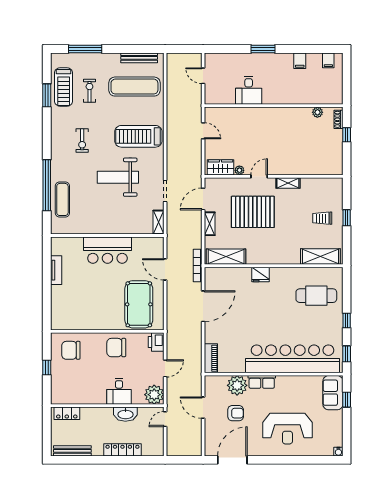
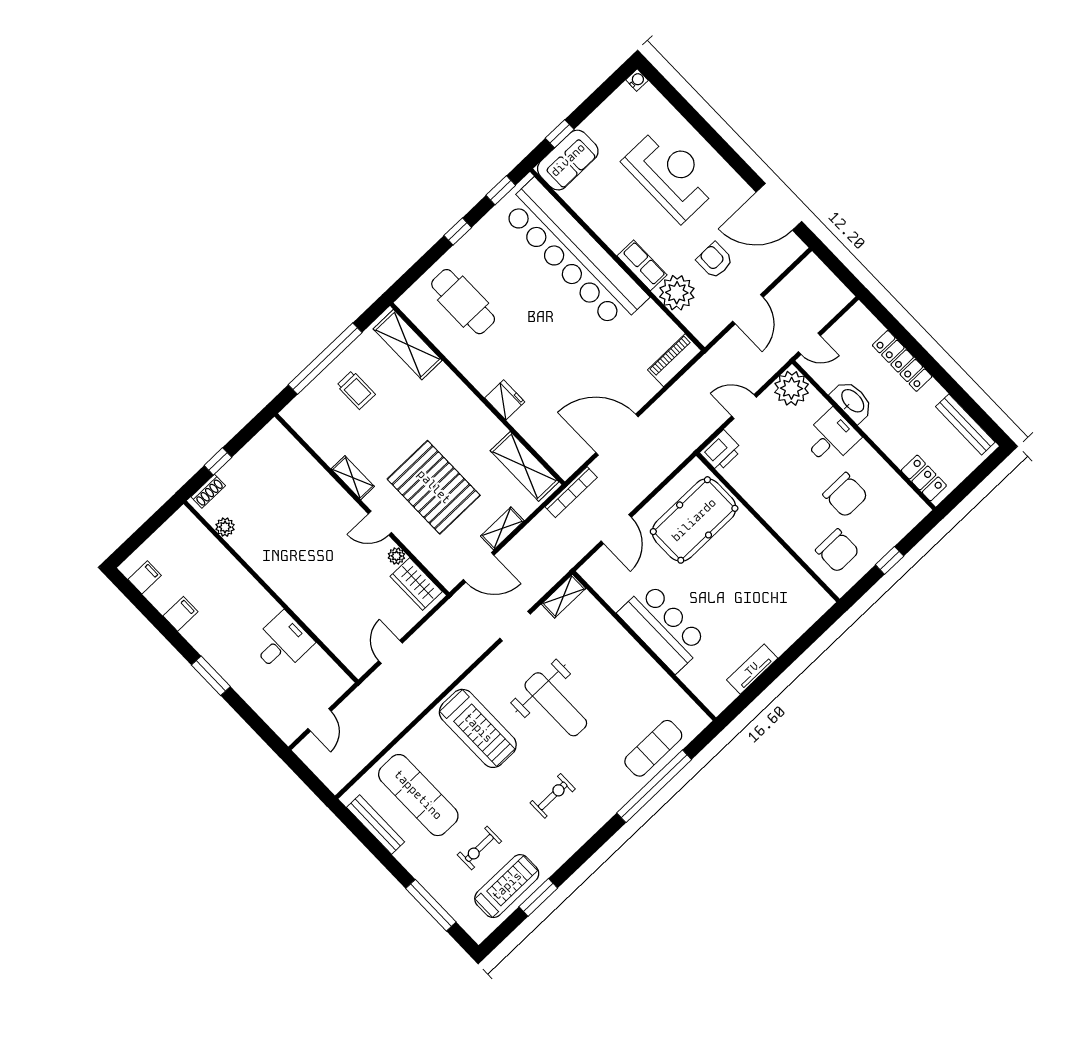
window: (347, 218) -> (325, 359), width x3.17
chair: (116, 348) -> (845, 495), moved

